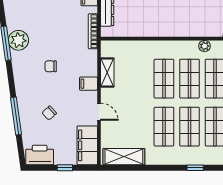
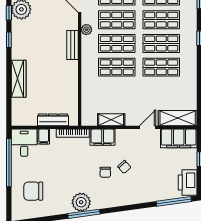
bench: (188, 31) -> (72, 45), added
filing cabinet: (89, 84) -> (103, 137), moved, width x2.00
chair: (49, 113) -> (124, 167), moved
window: (16, 116) -> (174, 201), moved
shelving: (124, 157) -> (178, 118), moved, turned 90

